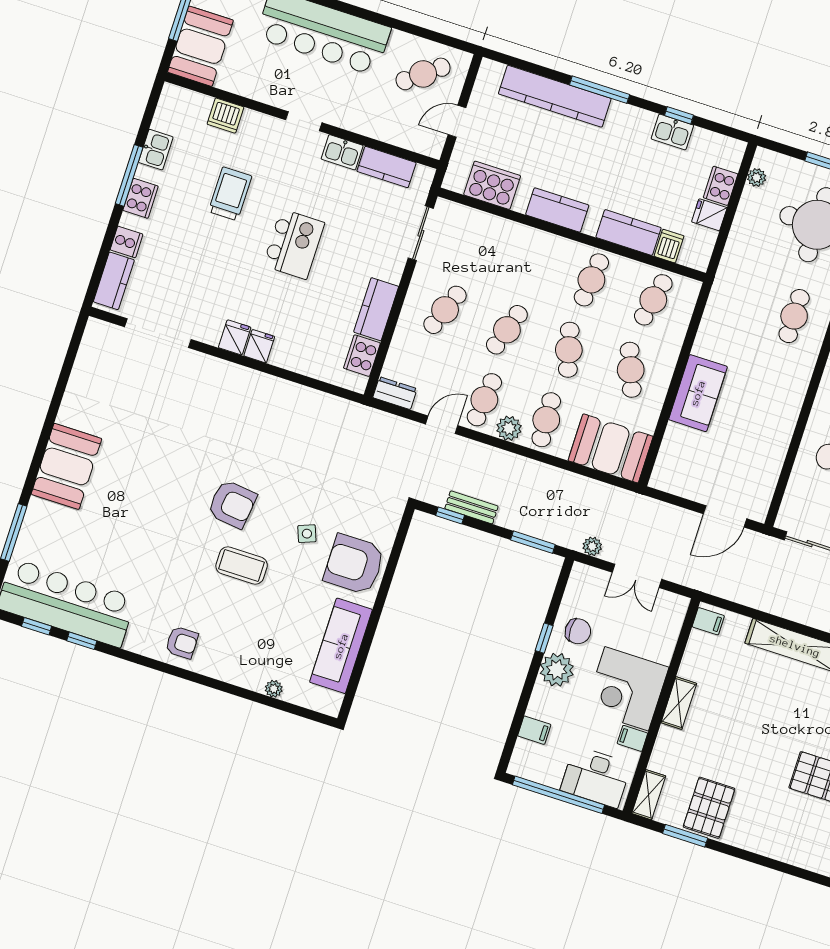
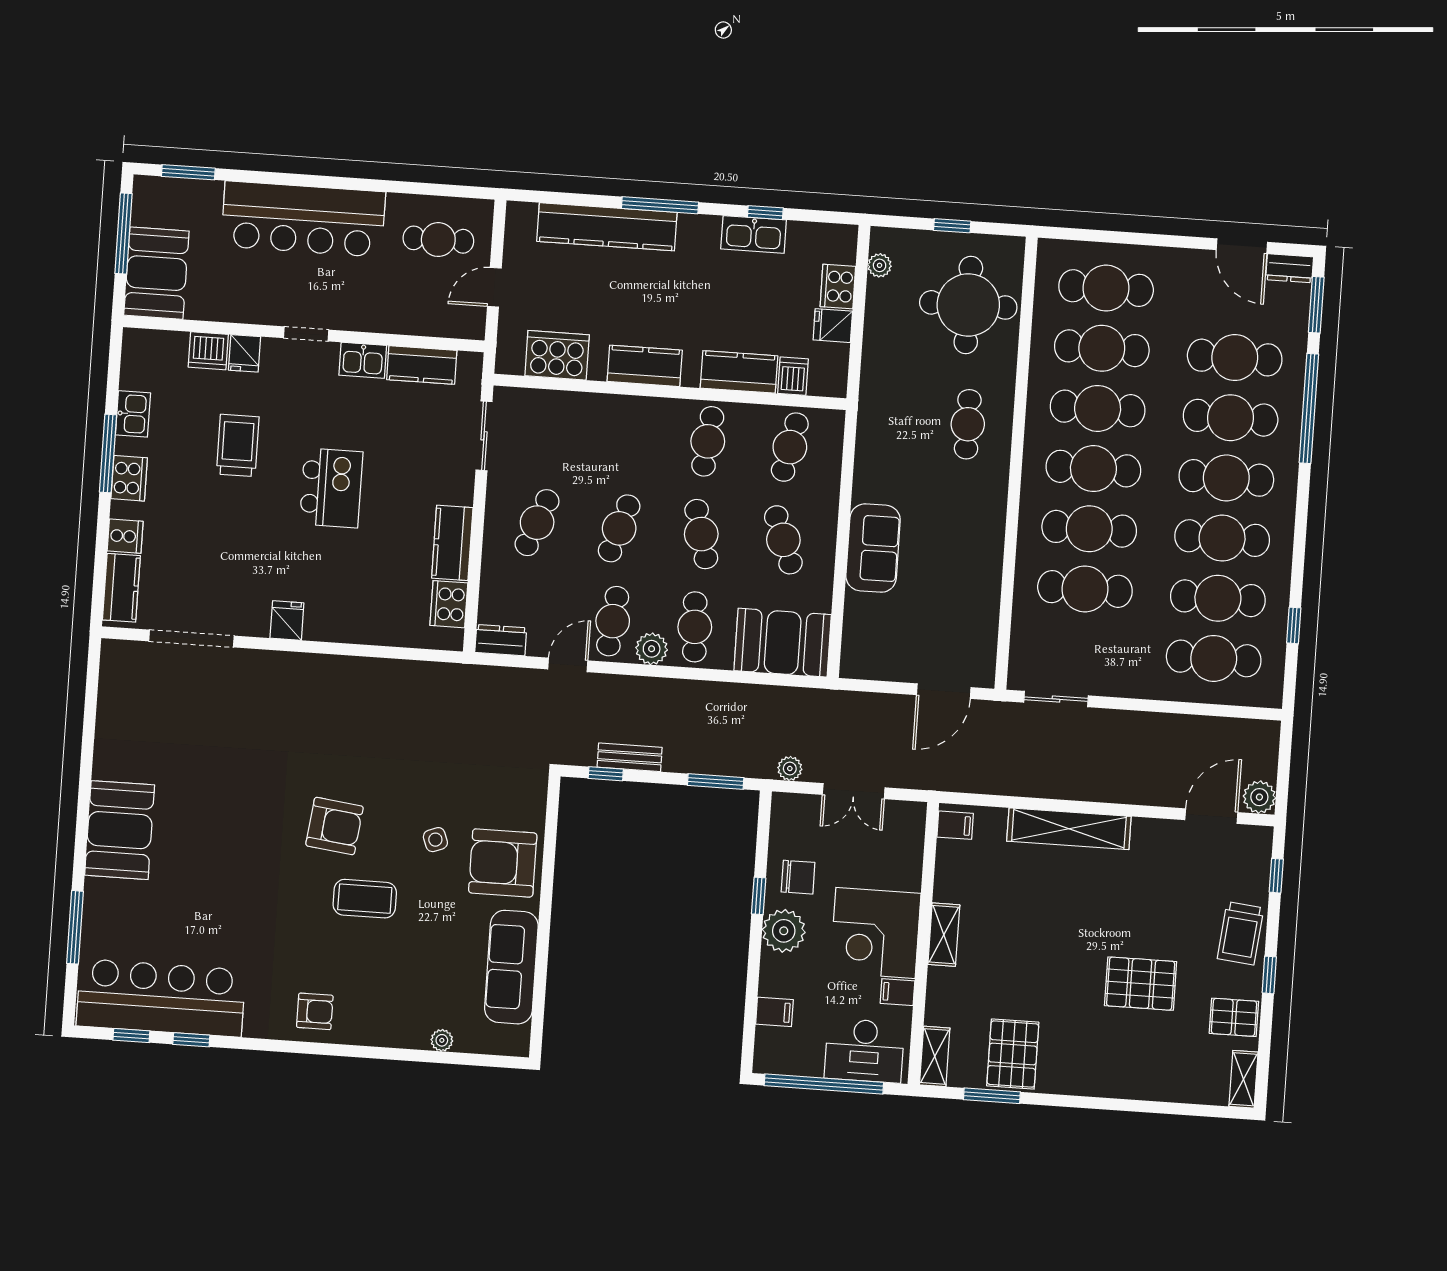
cafe table: (423, 74) -> (438, 240), turned 38
kitchen sink: (672, 132) -> (754, 234), width x1.38
fridge: (259, 346) -> (244, 353), moved, turned 180

